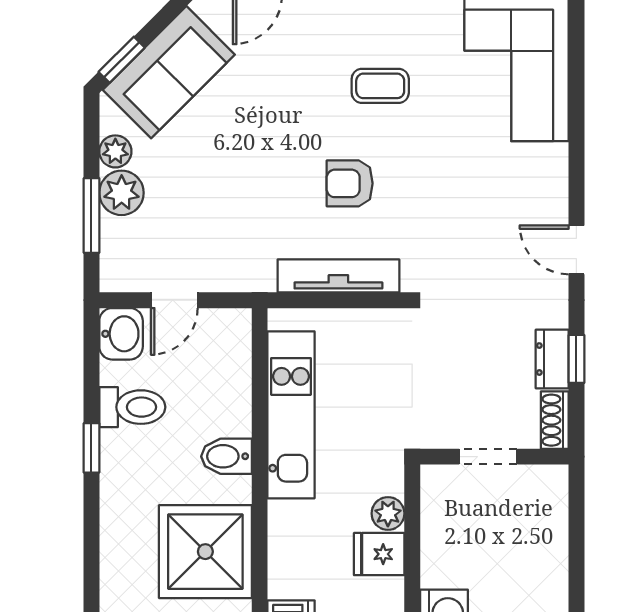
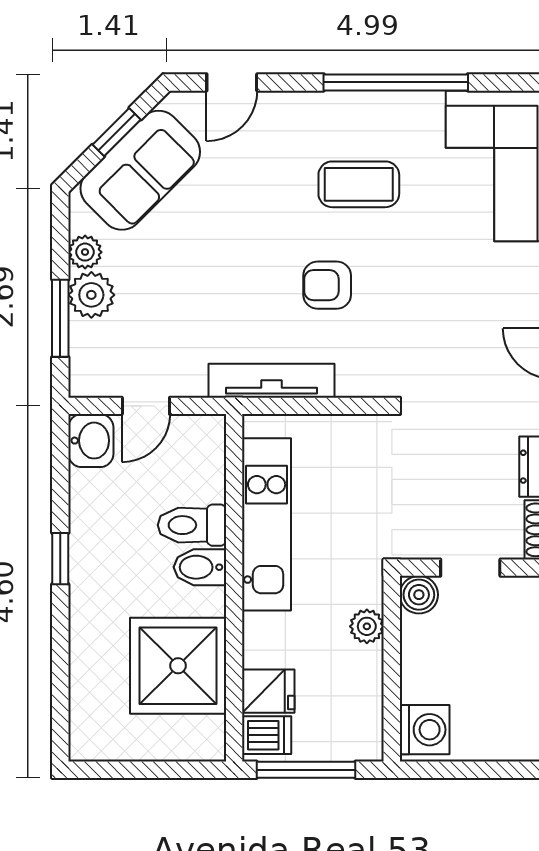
window: (122, 60) -> (117, 132), moved
coffee table: (380, 86) -> (359, 184), width x1.36, depth x1.30
tv unit: (338, 276) -> (271, 381), moved
toilet: (132, 407) -> (192, 525), moved, turned 180
boiler: (438, 483) -> (419, 595), added
fridge: (379, 554) -> (268, 691), moved, turned 180

